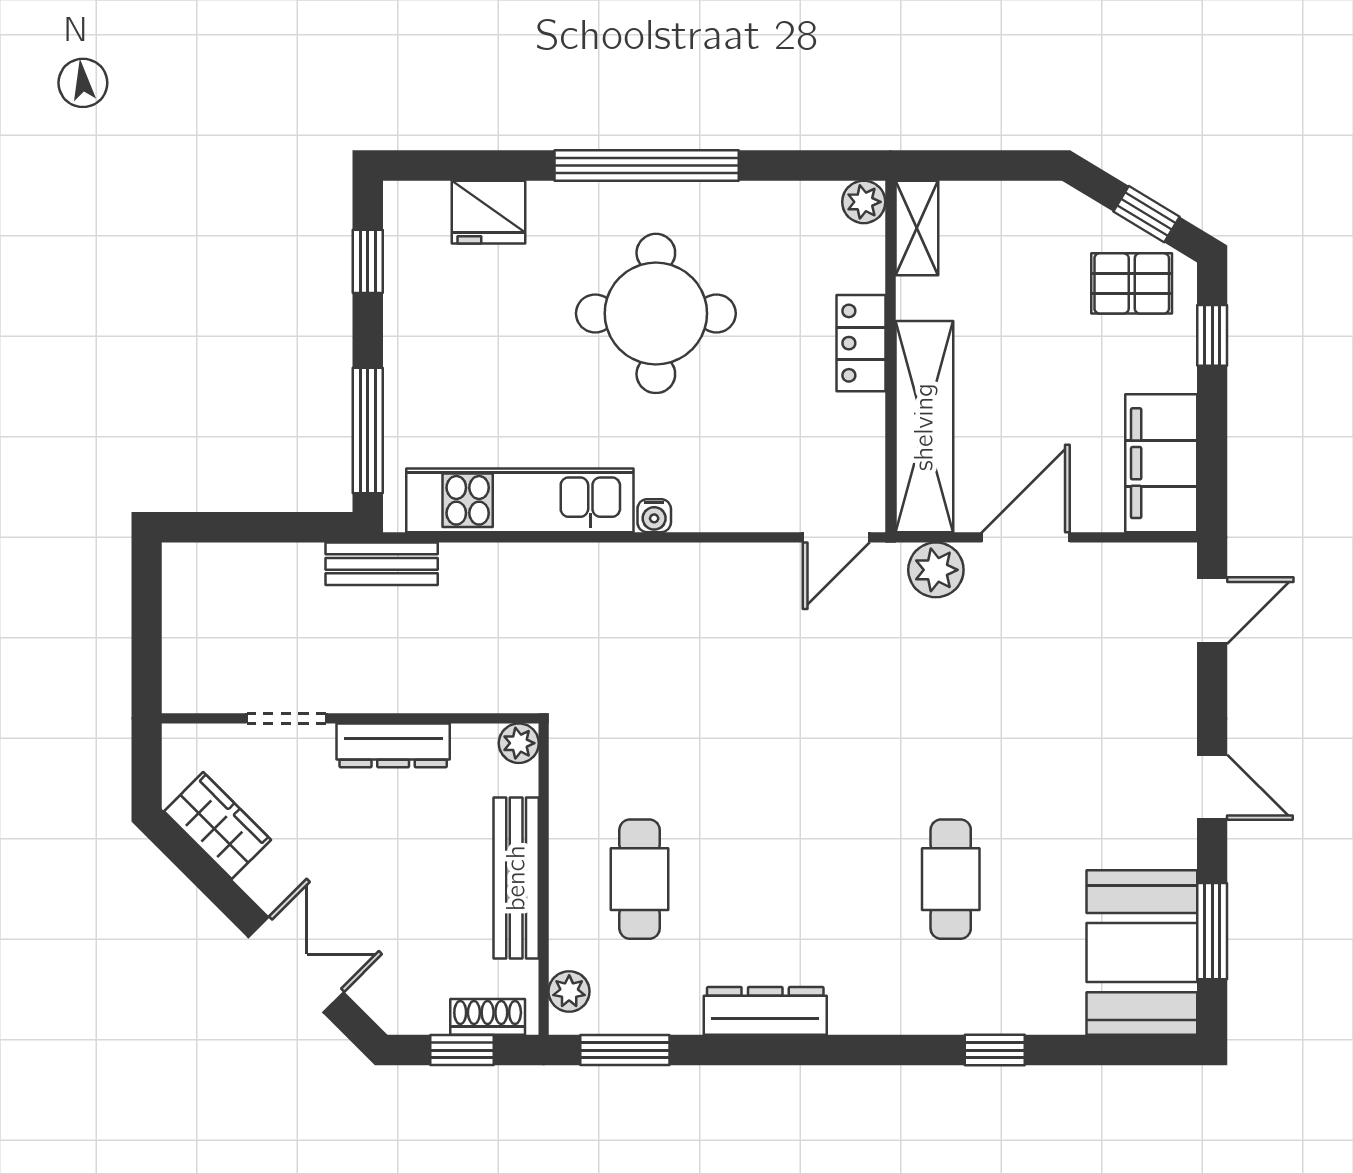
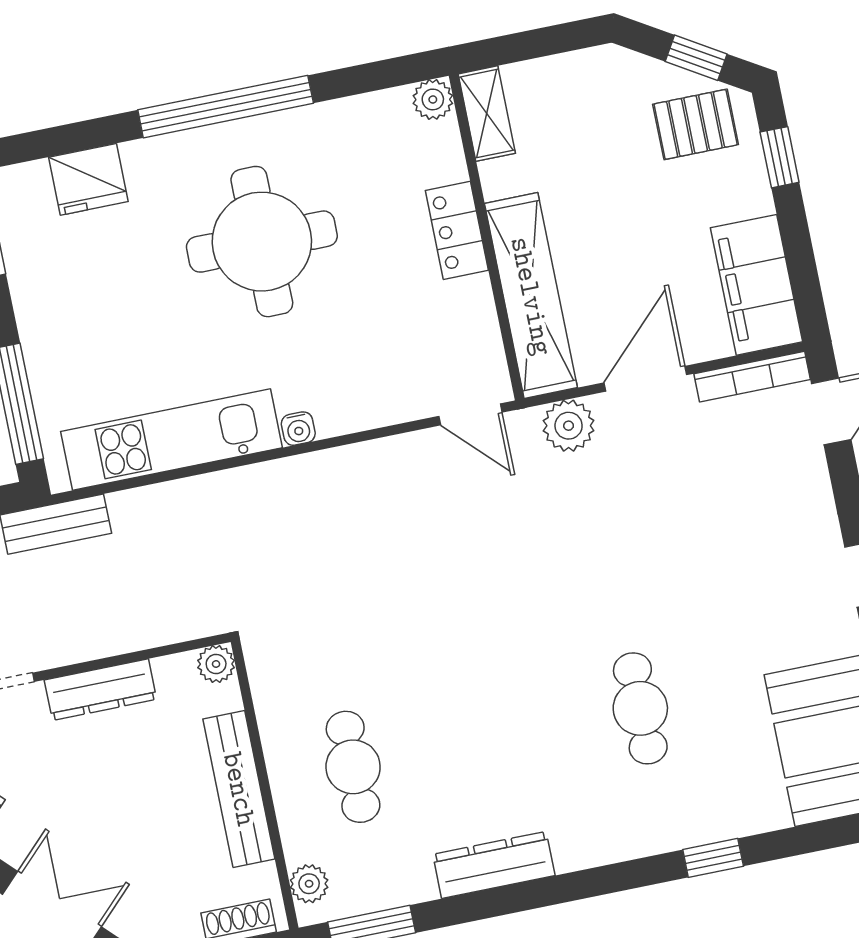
door: (836, 537) -> (470, 414), hinge flipped
bookcase: (1137, 558) -> (752, 377), added

